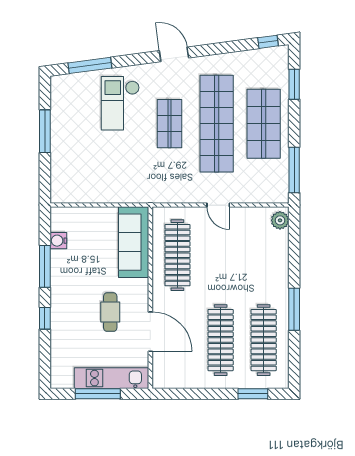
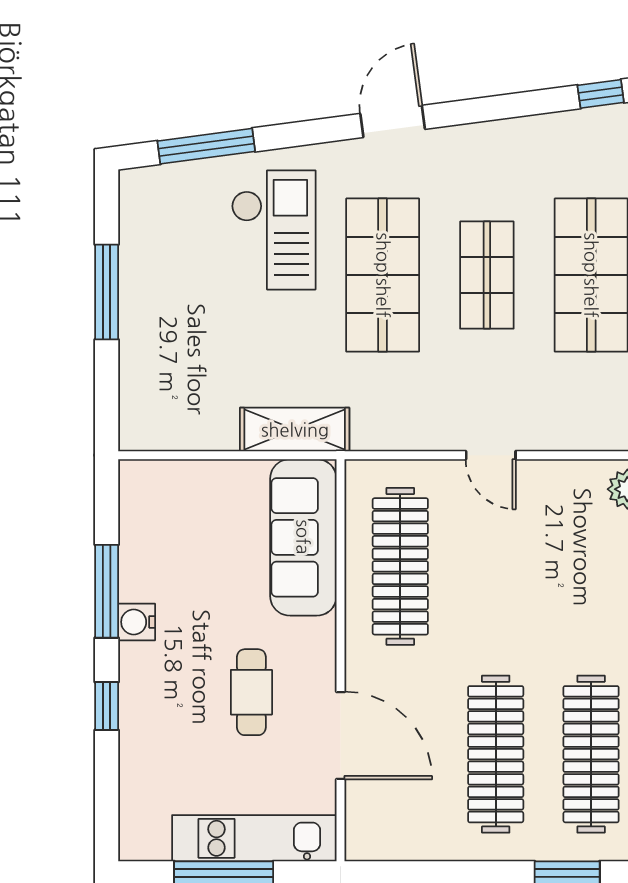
door: (174, 54) -> (393, 121), hinge flipped
checkout: (120, 103) -> (274, 230), turned 180
shop shelf: (169, 124) -> (383, 275), width x1.43, depth x1.36
shop shelf: (217, 124) -> (487, 275), width x0.50, depth x0.74
shelving: (130, 193) -> (295, 430), added
water cooler: (58, 241) -> (137, 622), moved

